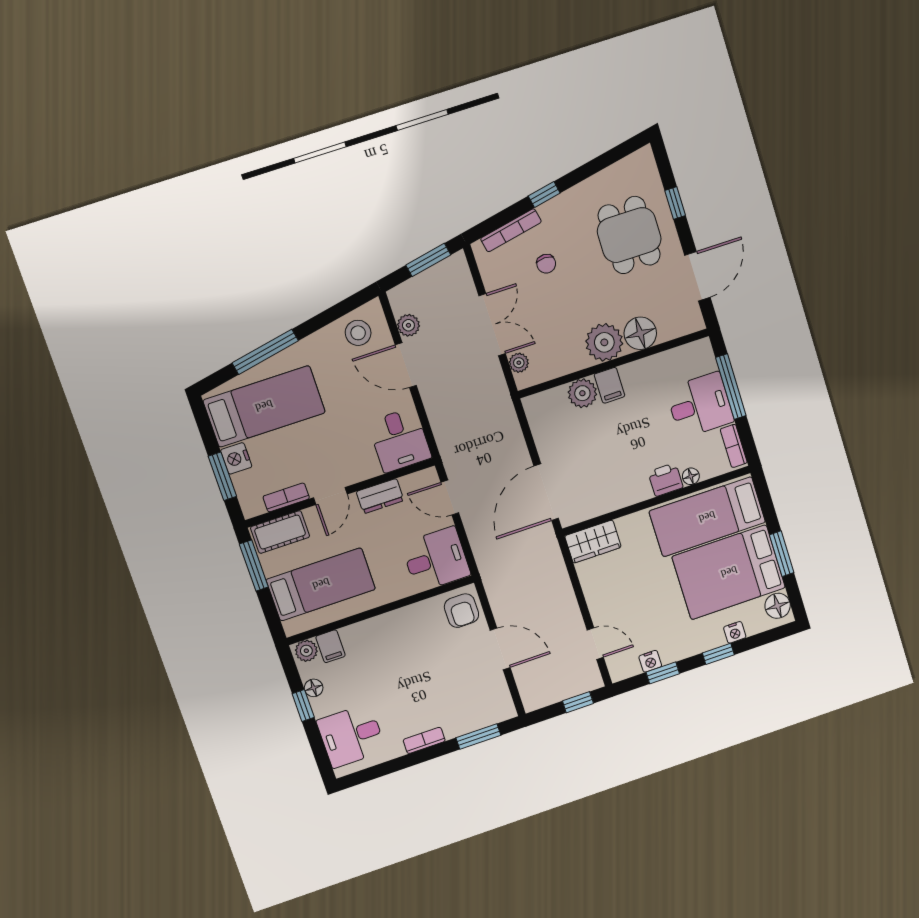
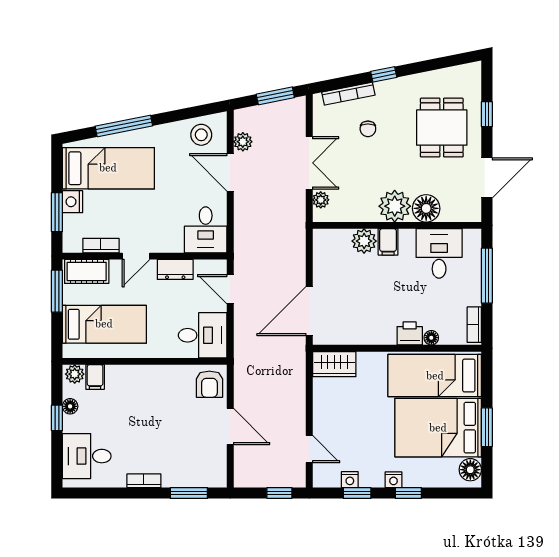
desk: (700, 405) -> (439, 253), moved, turned -90
nightstand: (735, 632) -> (393, 480), moved

